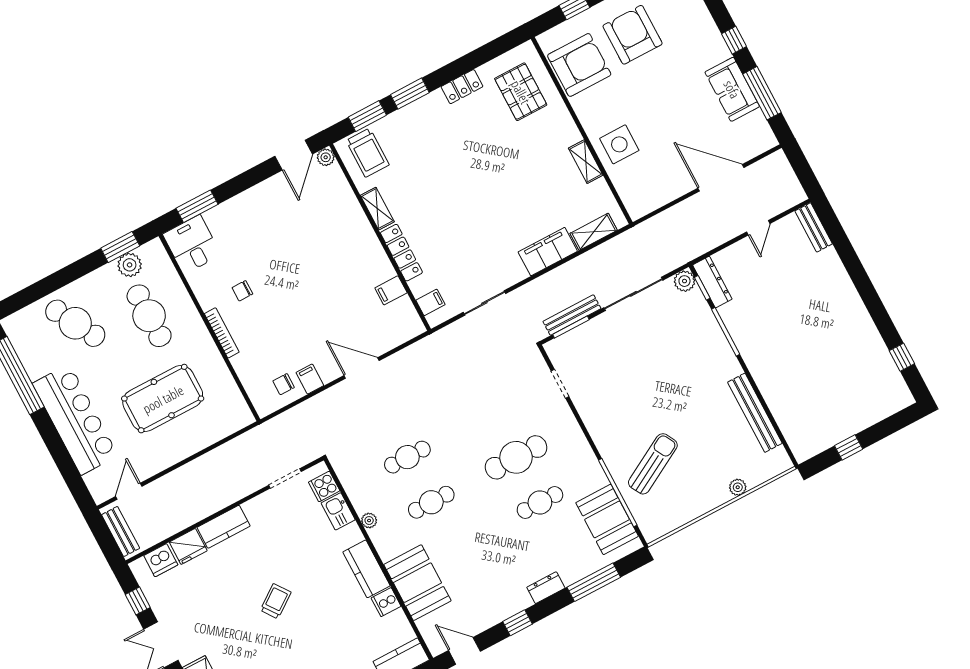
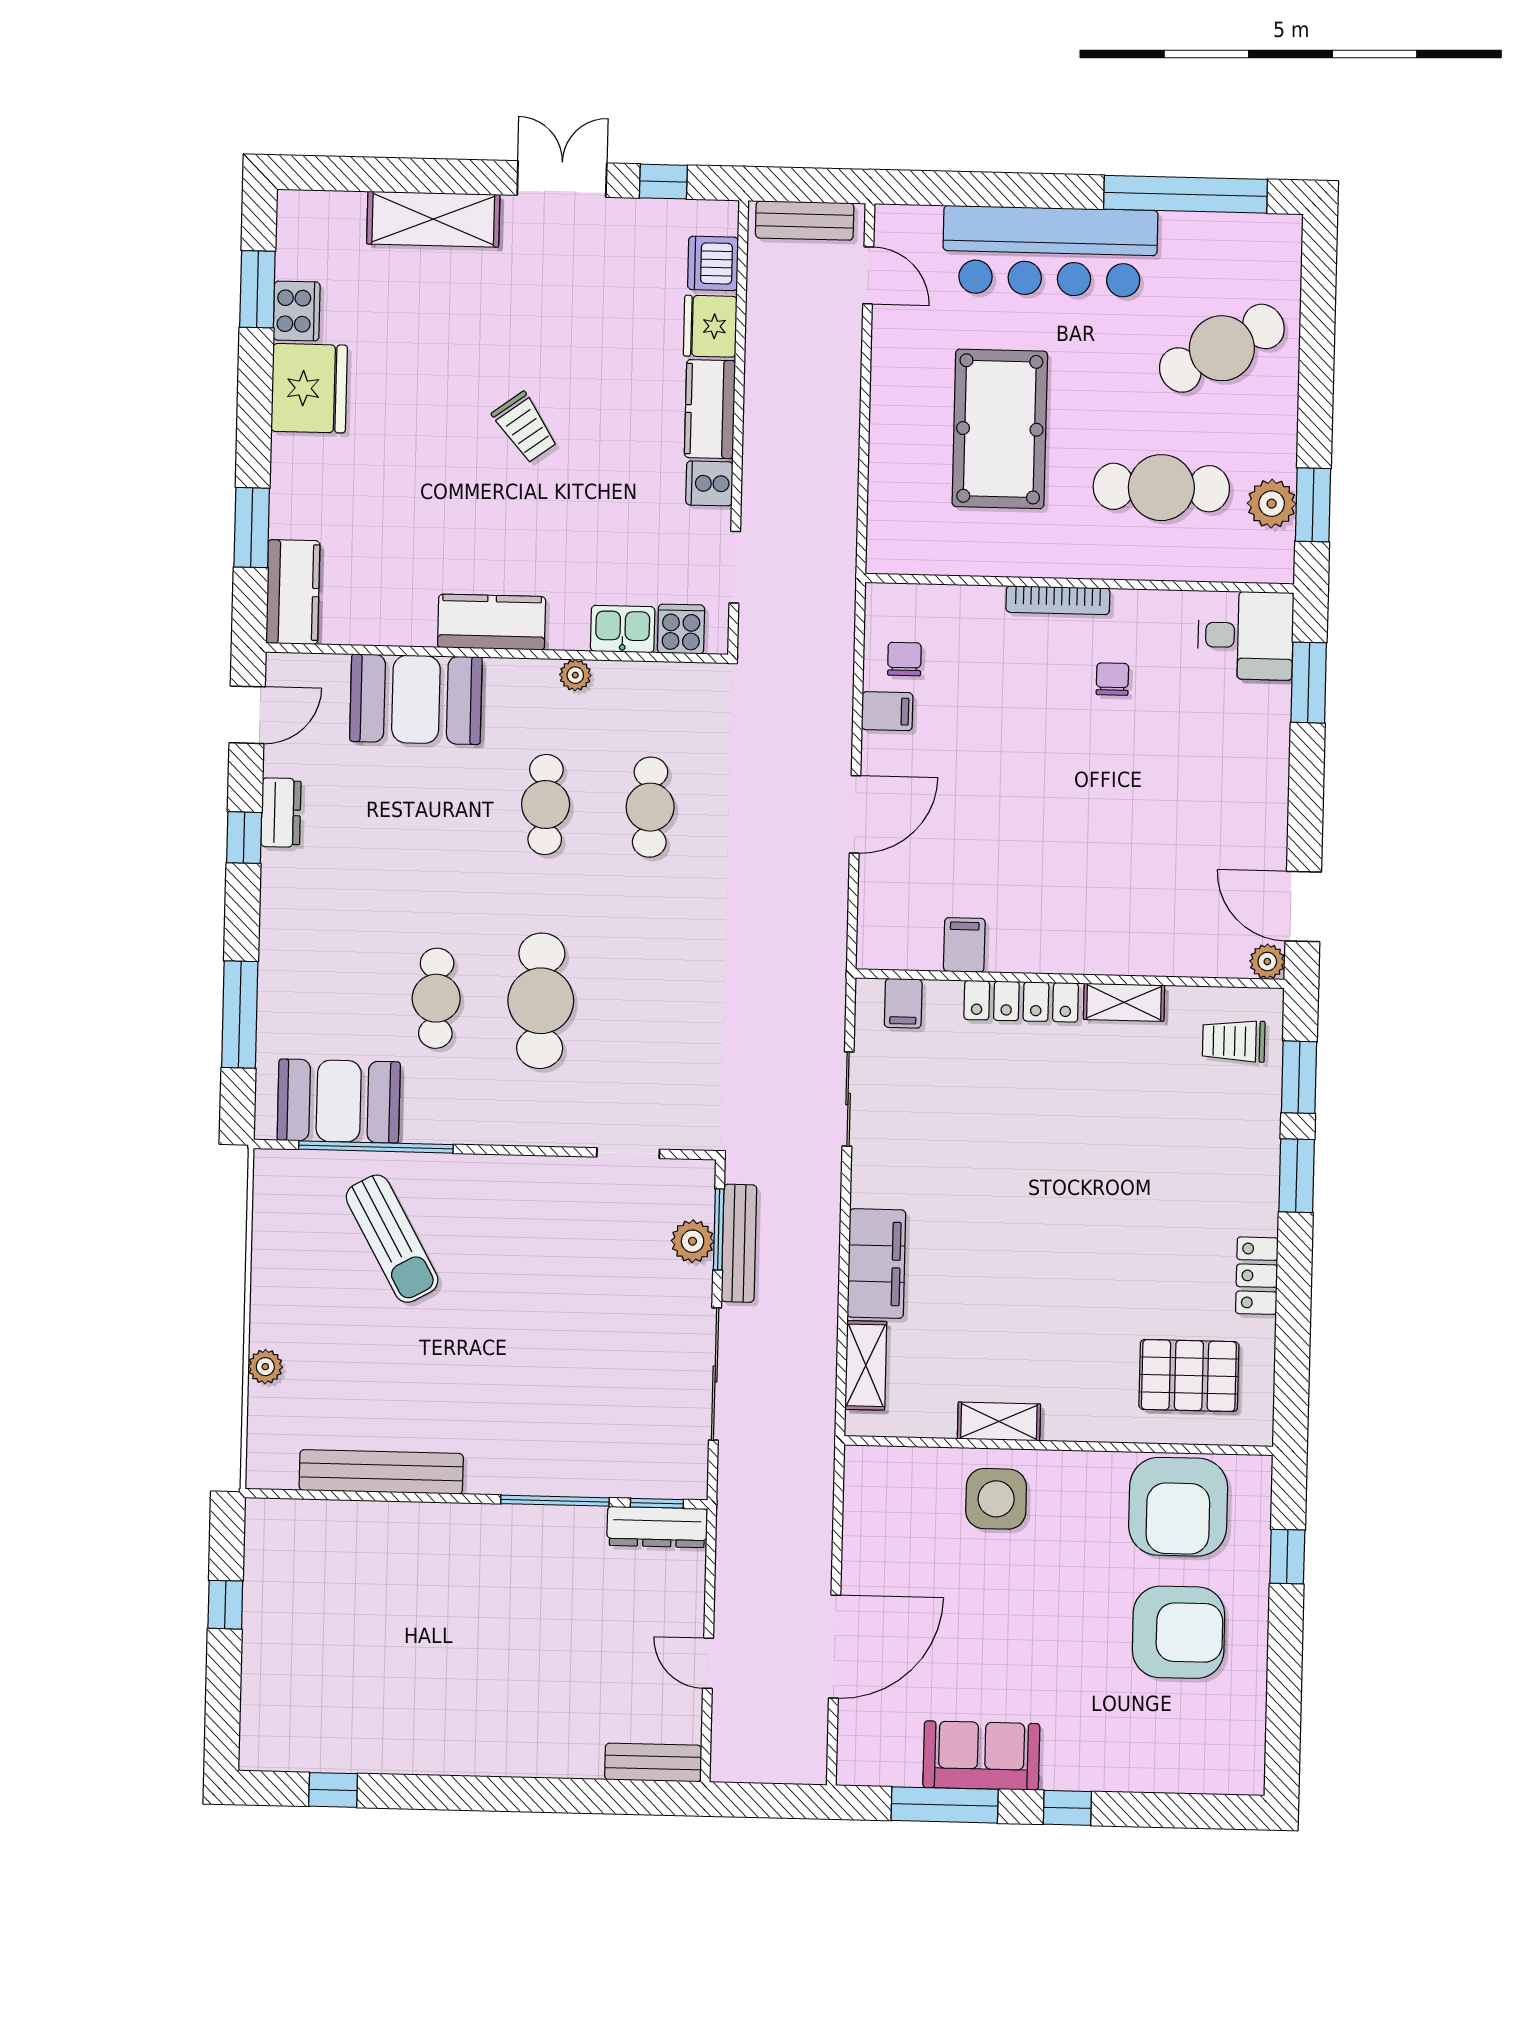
trolley: (368, 153) -> (1234, 1041), width x0.73, depth x0.72
plant: (684, 281) -> (693, 1241), moved
dresser: (546, 588) -> (281, 813), moved
cooker: (386, 602) -> (709, 483), moved, turned -90

